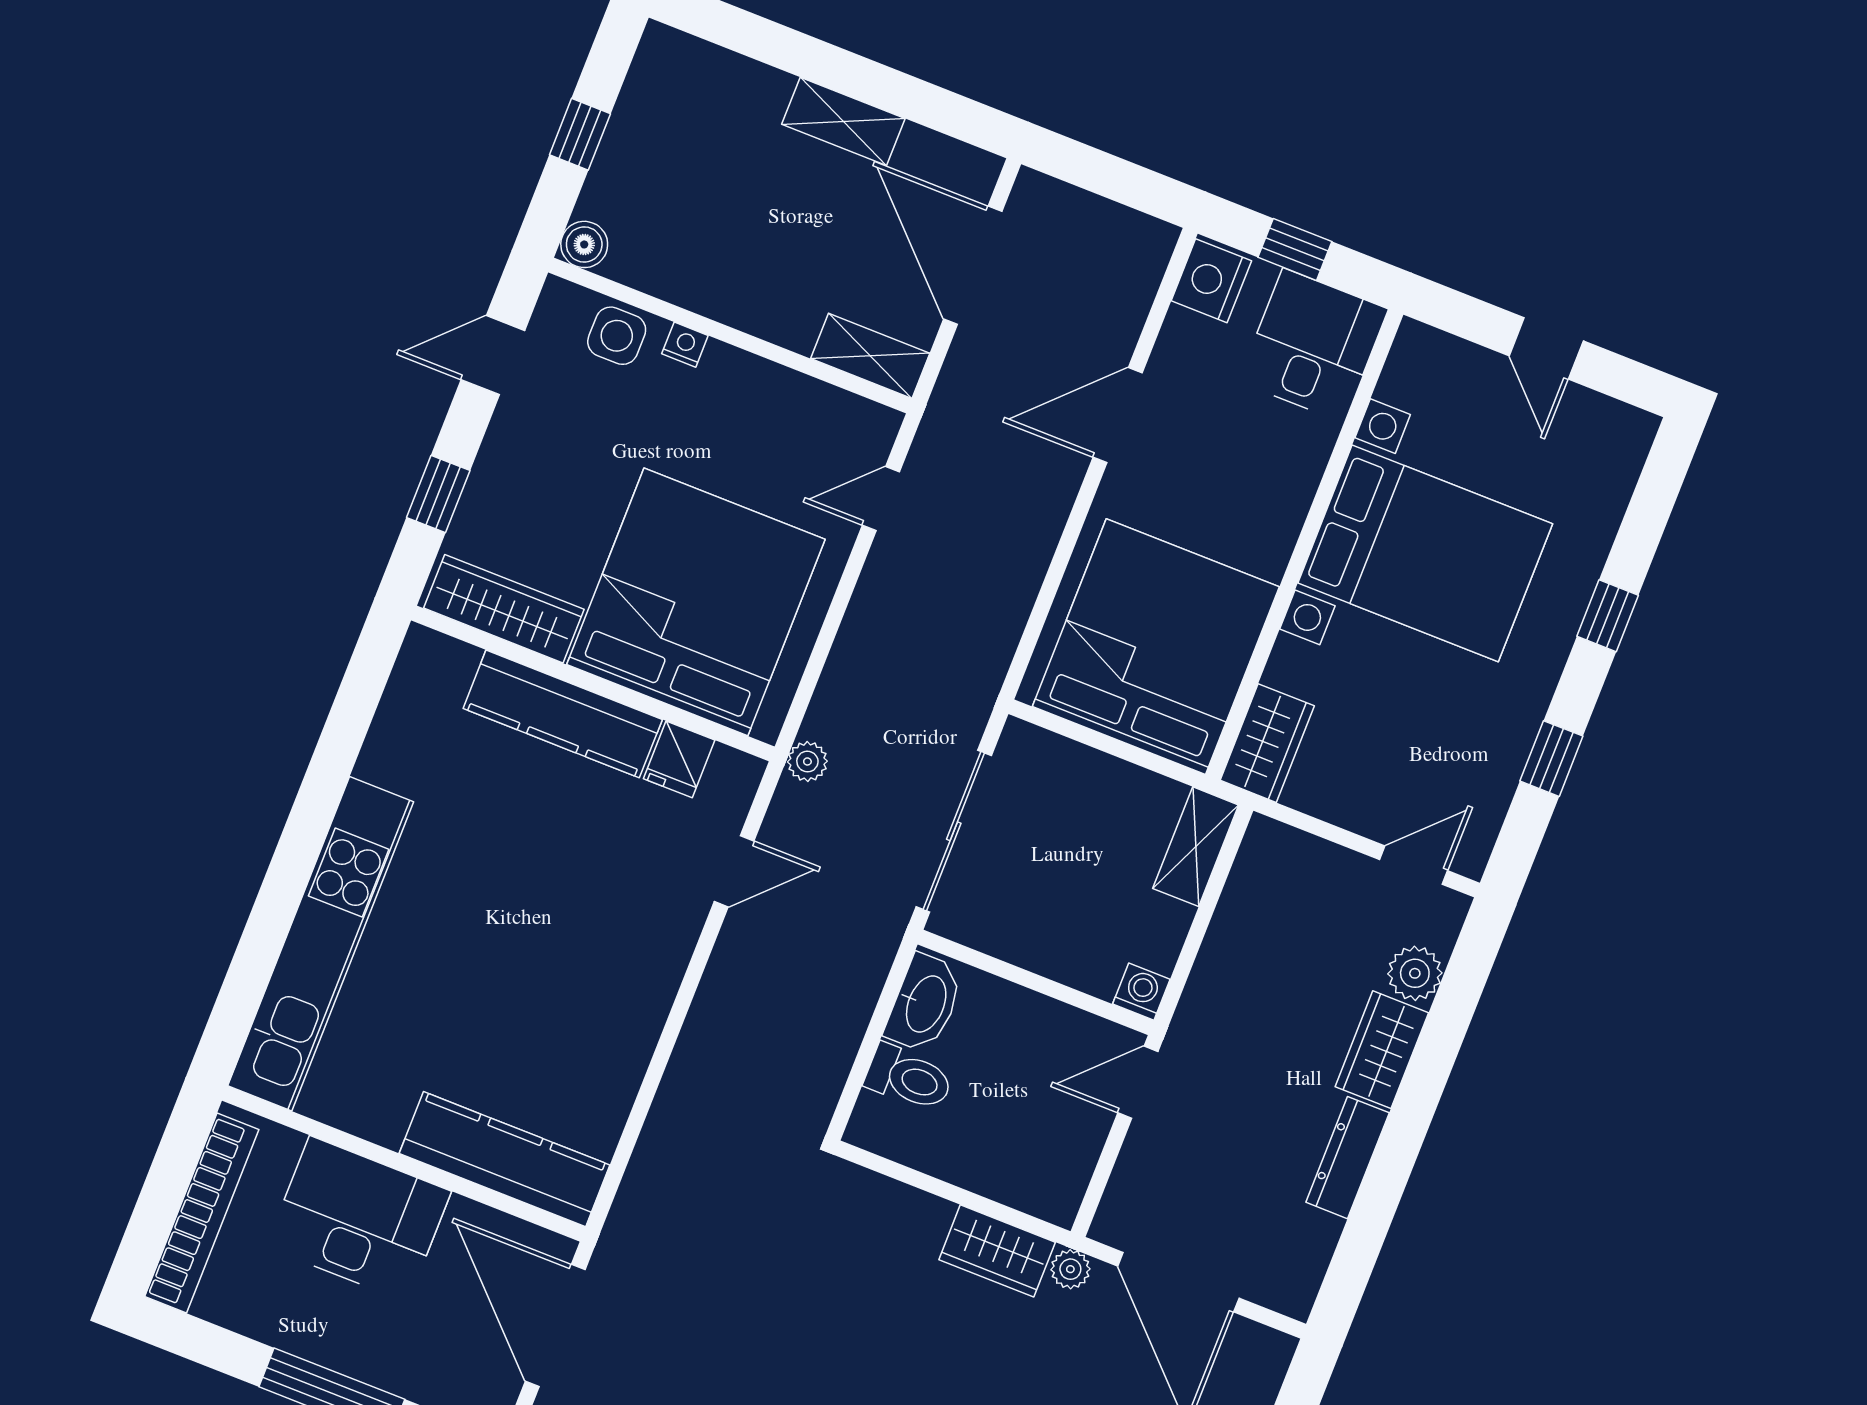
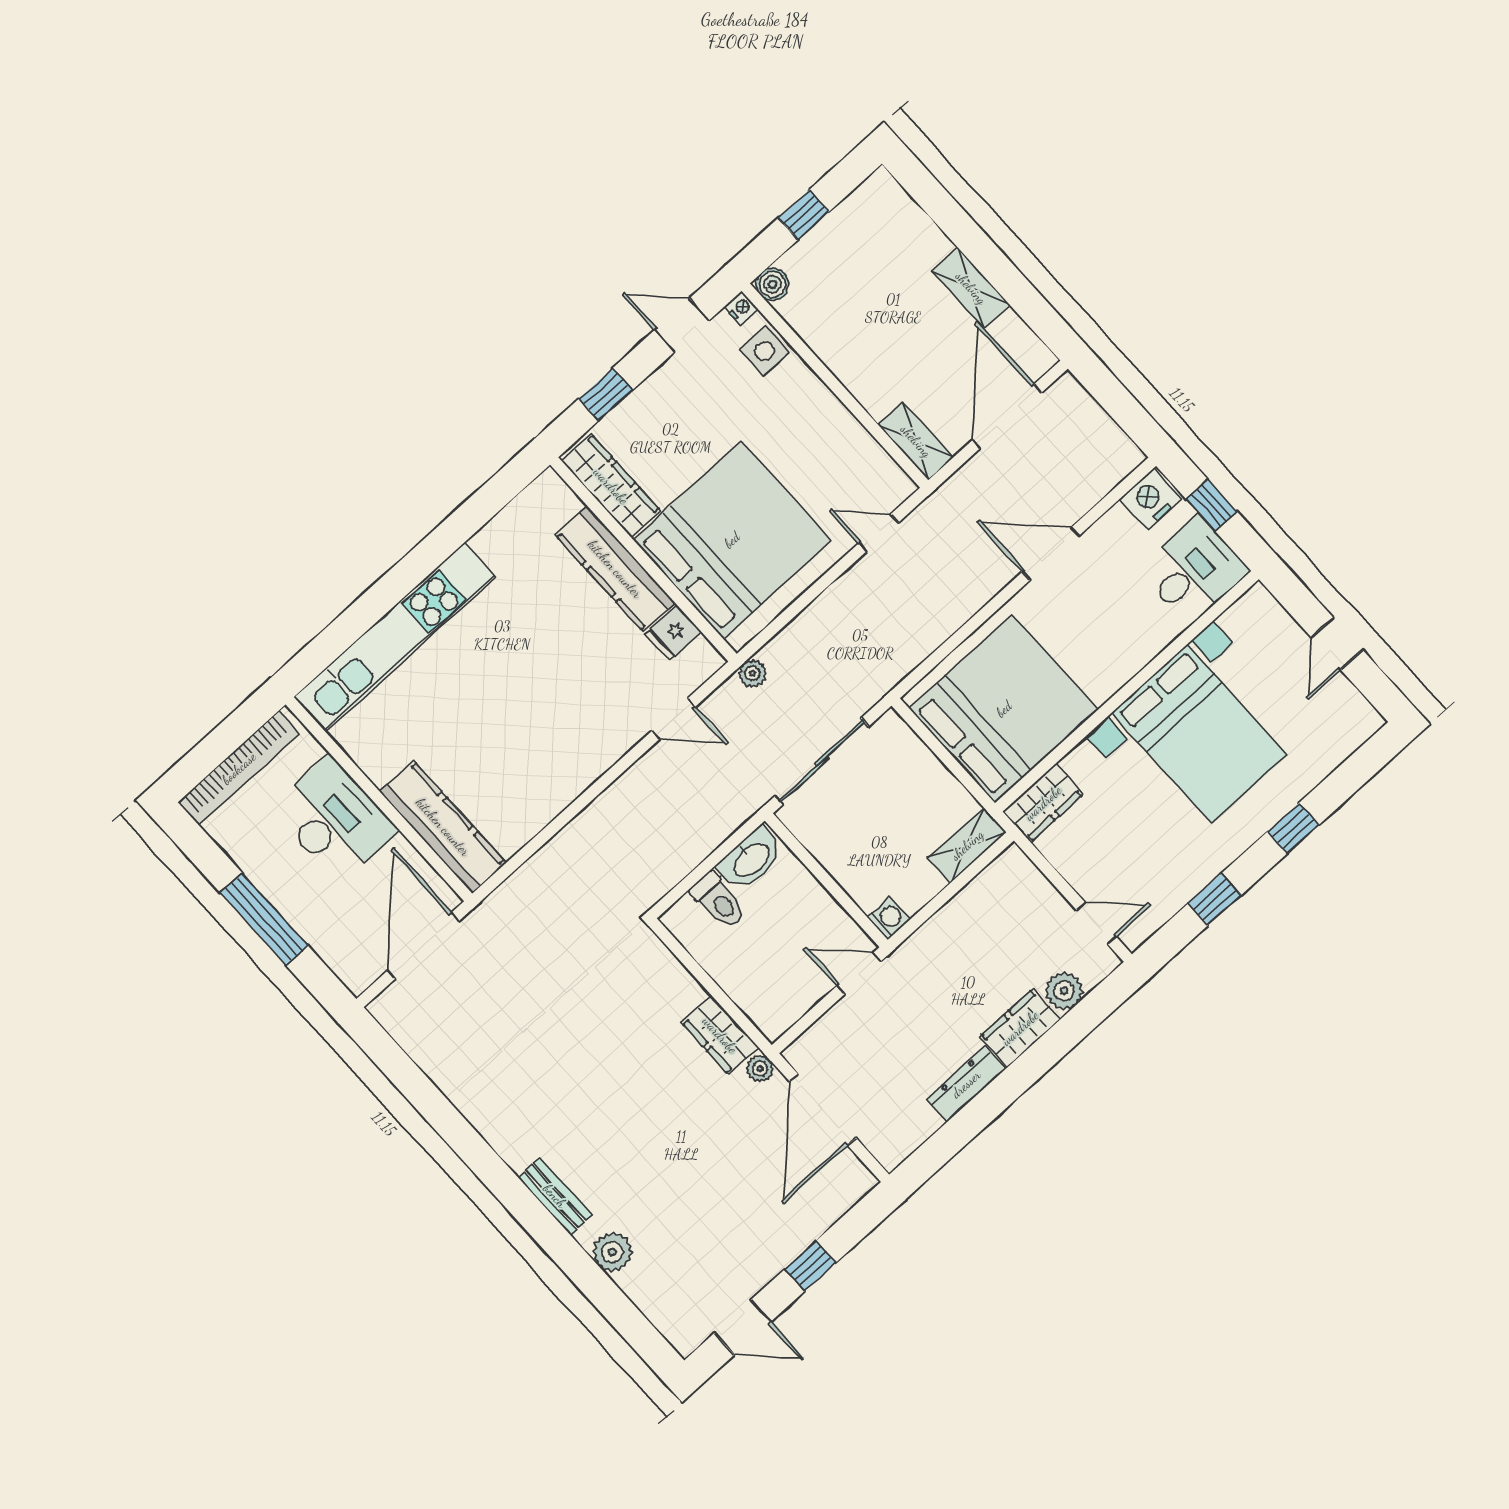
nightstand: (685, 345) -> (741, 308), moved

